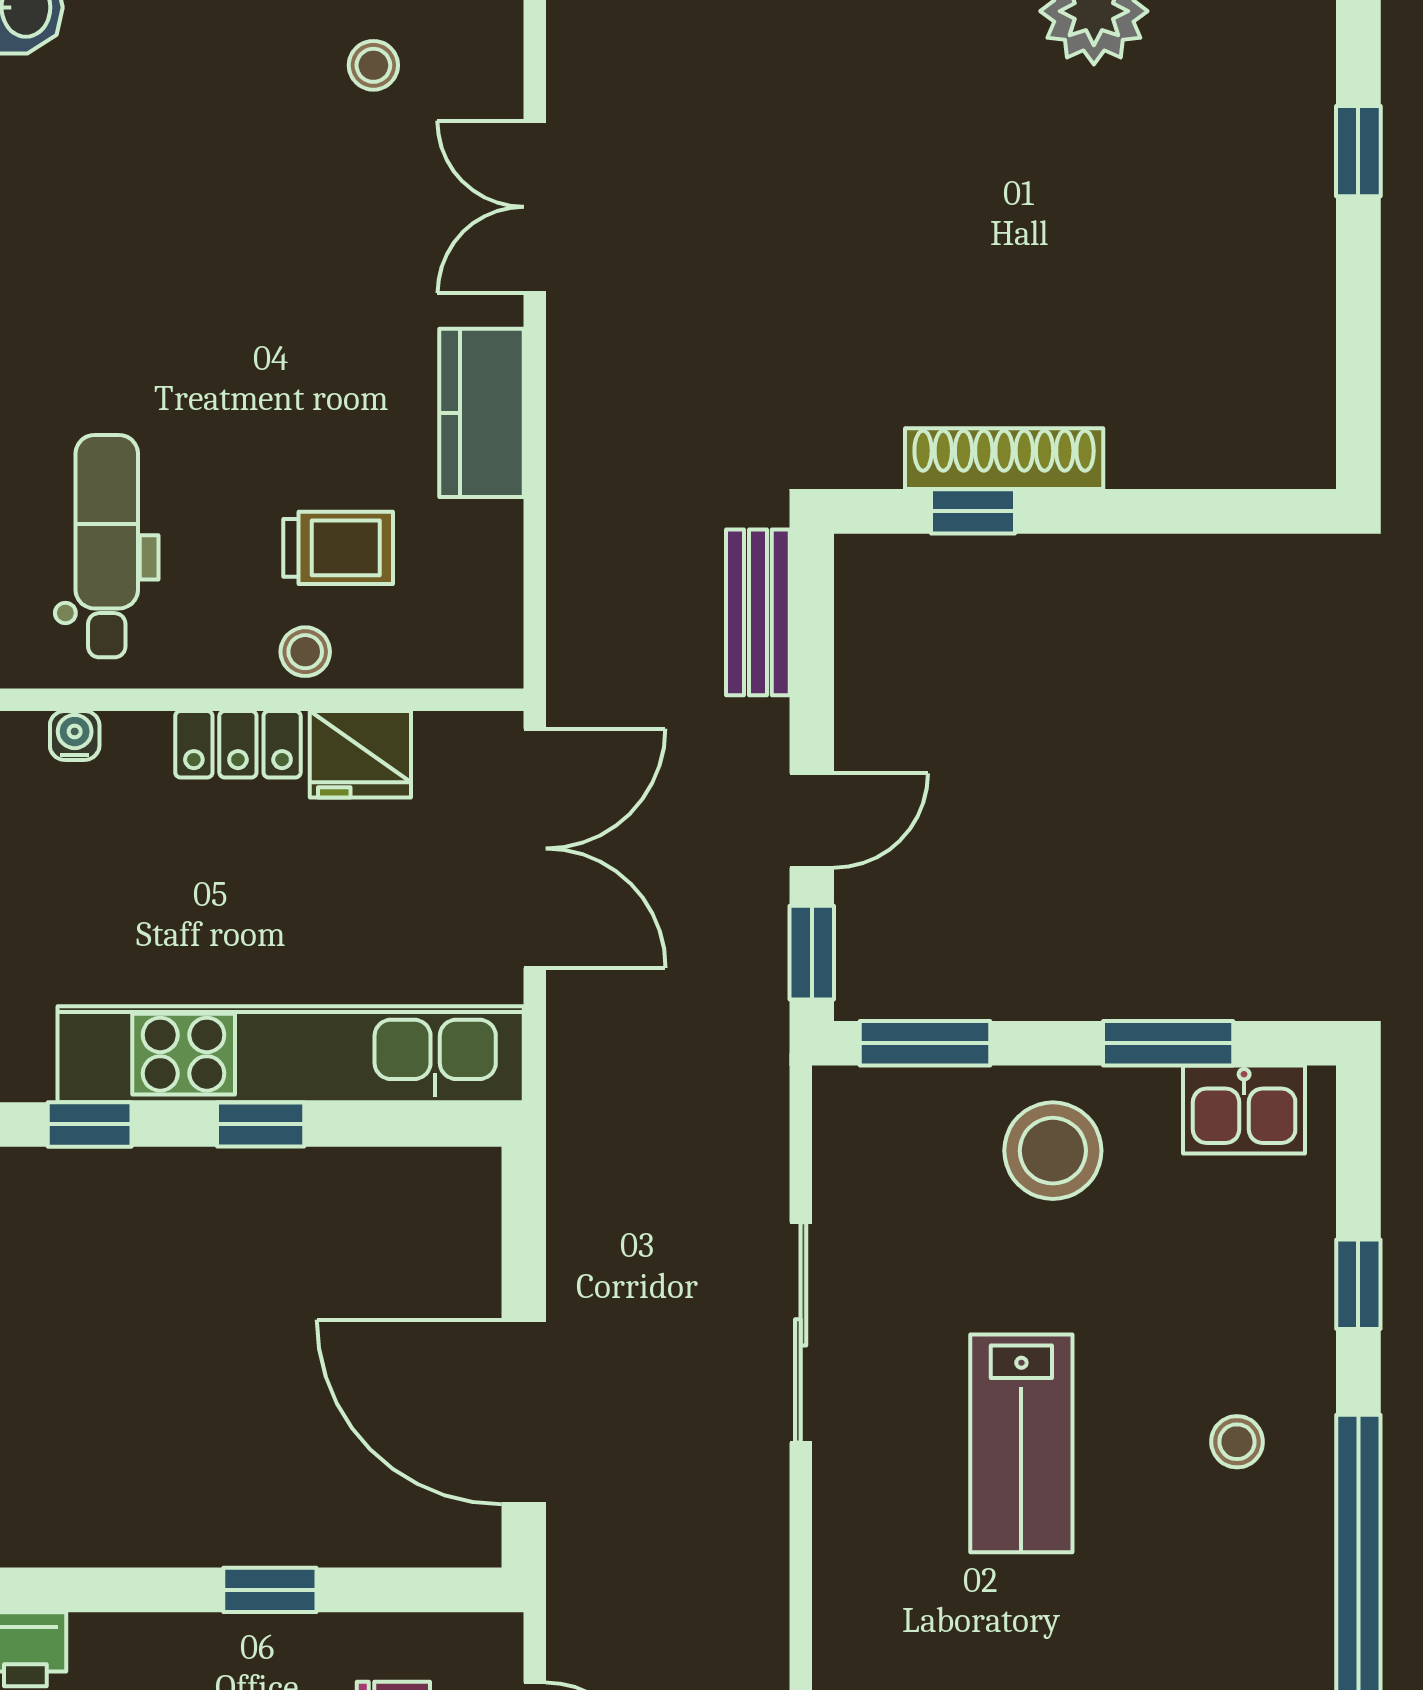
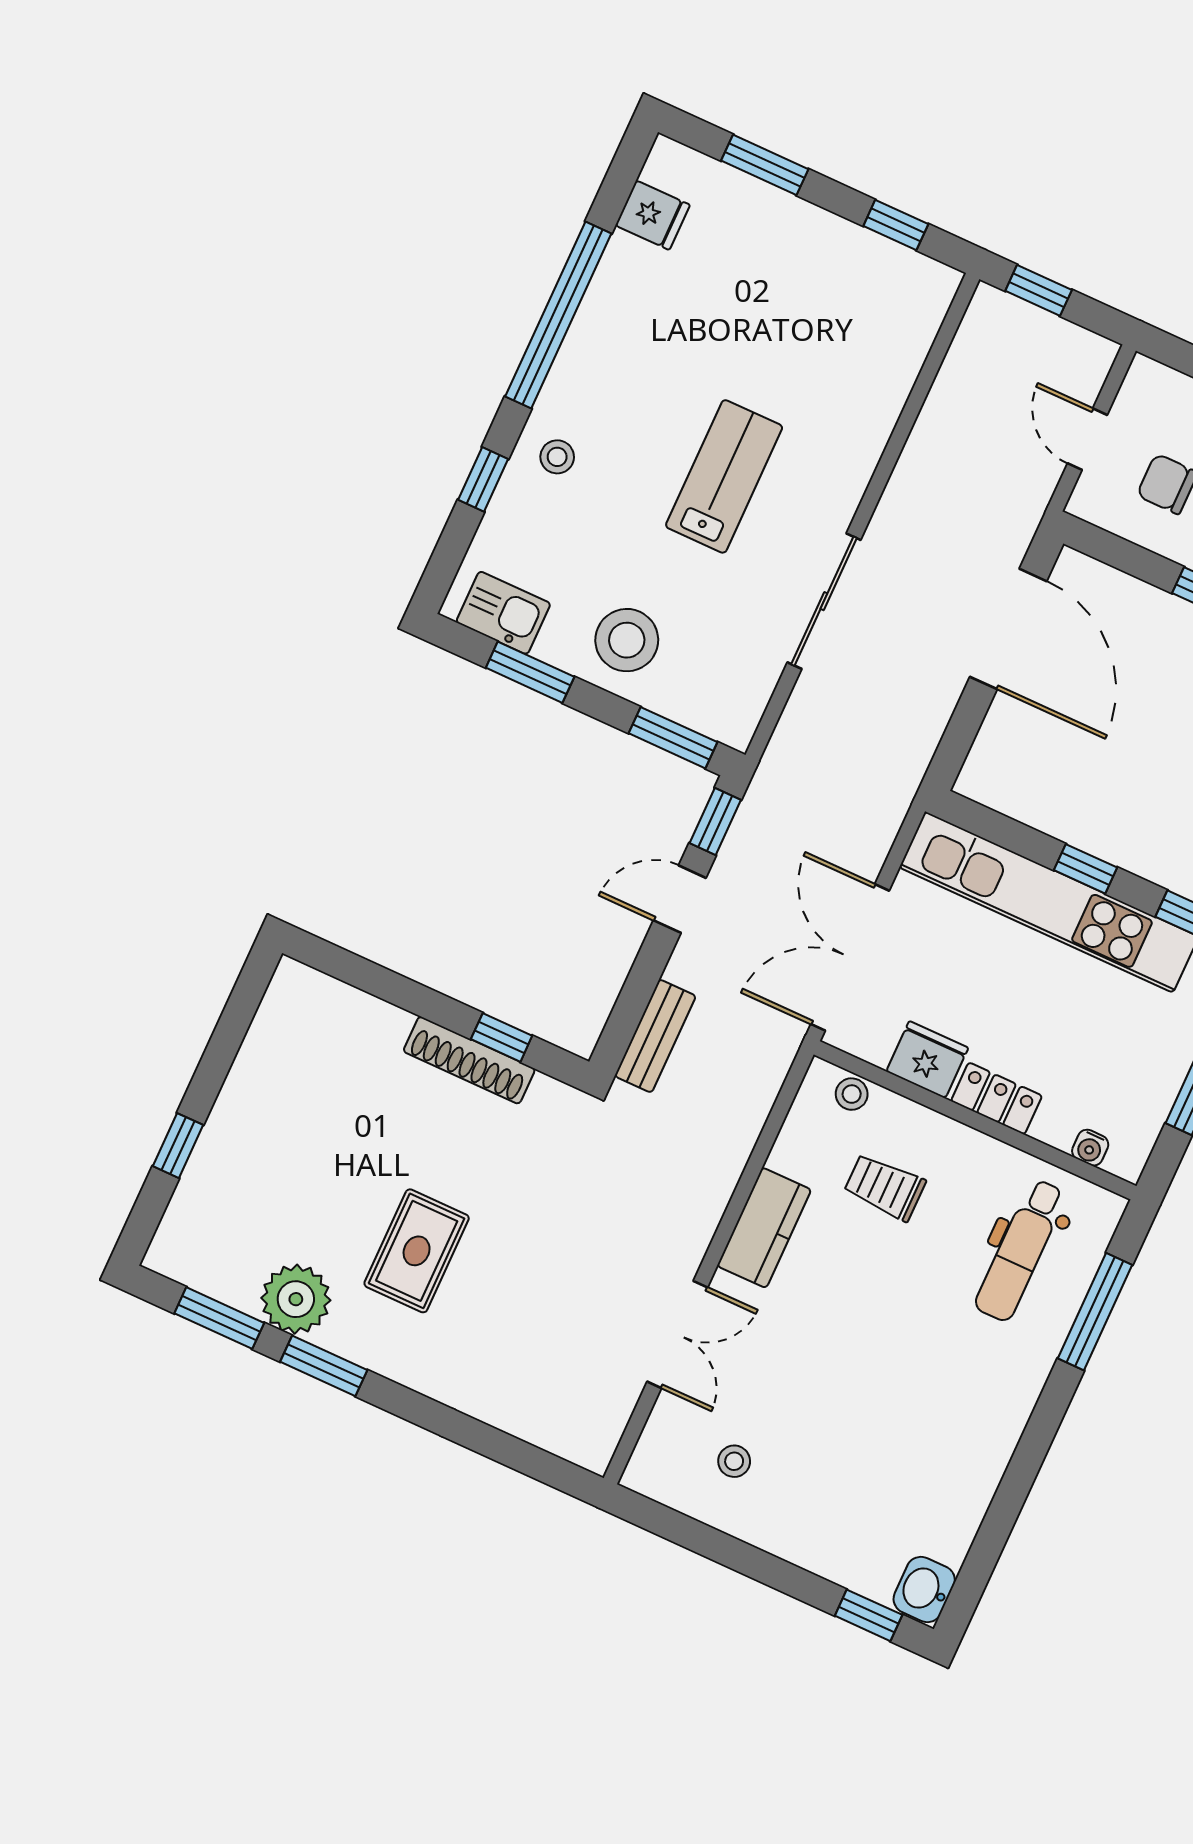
rug: (955, 157) -> (417, 1251), added
stool: (305, 652) -> (852, 1094), moved
stool: (1237, 1442) -> (557, 457), moved

